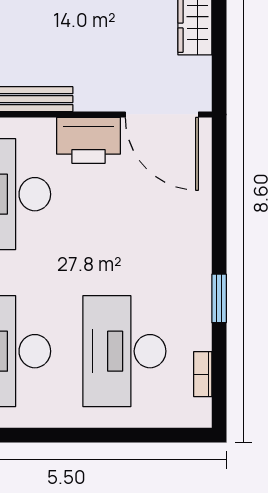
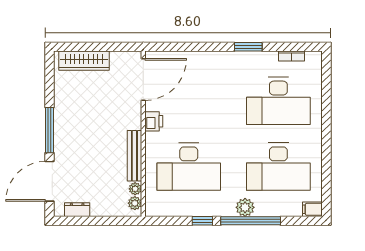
printer: (88, 140) -> (154, 121), width x0.53, depth x0.68

